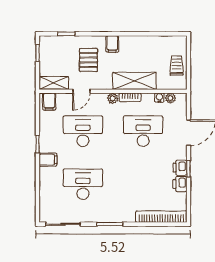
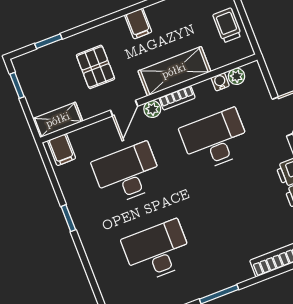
filing cabinet: (112, 44) -> (138, 23), moved
door: (81, 91) -> (124, 108), moved
filing cabinet: (48, 160) -> (93, 235), removed

